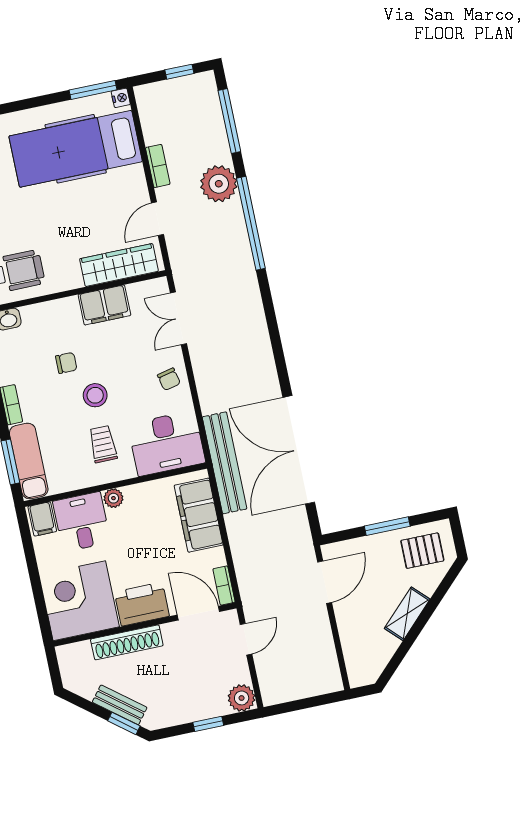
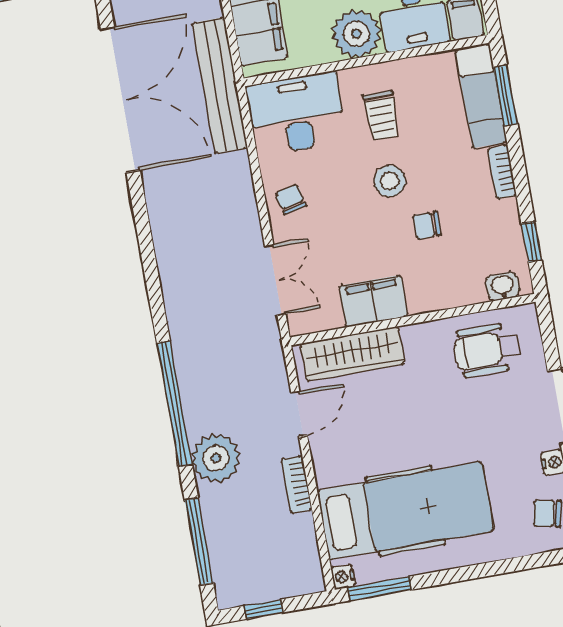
plant: (113, 498) -> (356, 34), width x1.88, depth x1.88

